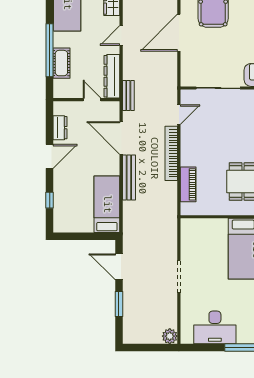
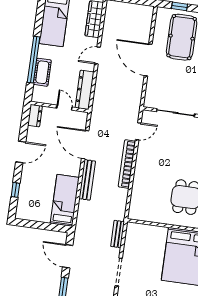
door: (179, 33) -> (148, 60), hinge flipped
bench: (128, 95) -> (118, 234), moved
dresser: (60, 128) -> (35, 116), moved
piano: (188, 184) -> (138, 193), removed

